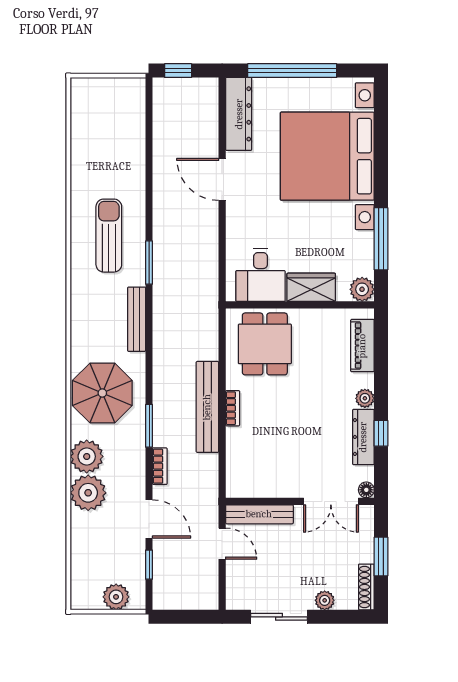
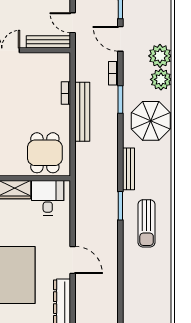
bookcase: (233, 408) -> (66, 93), moved

